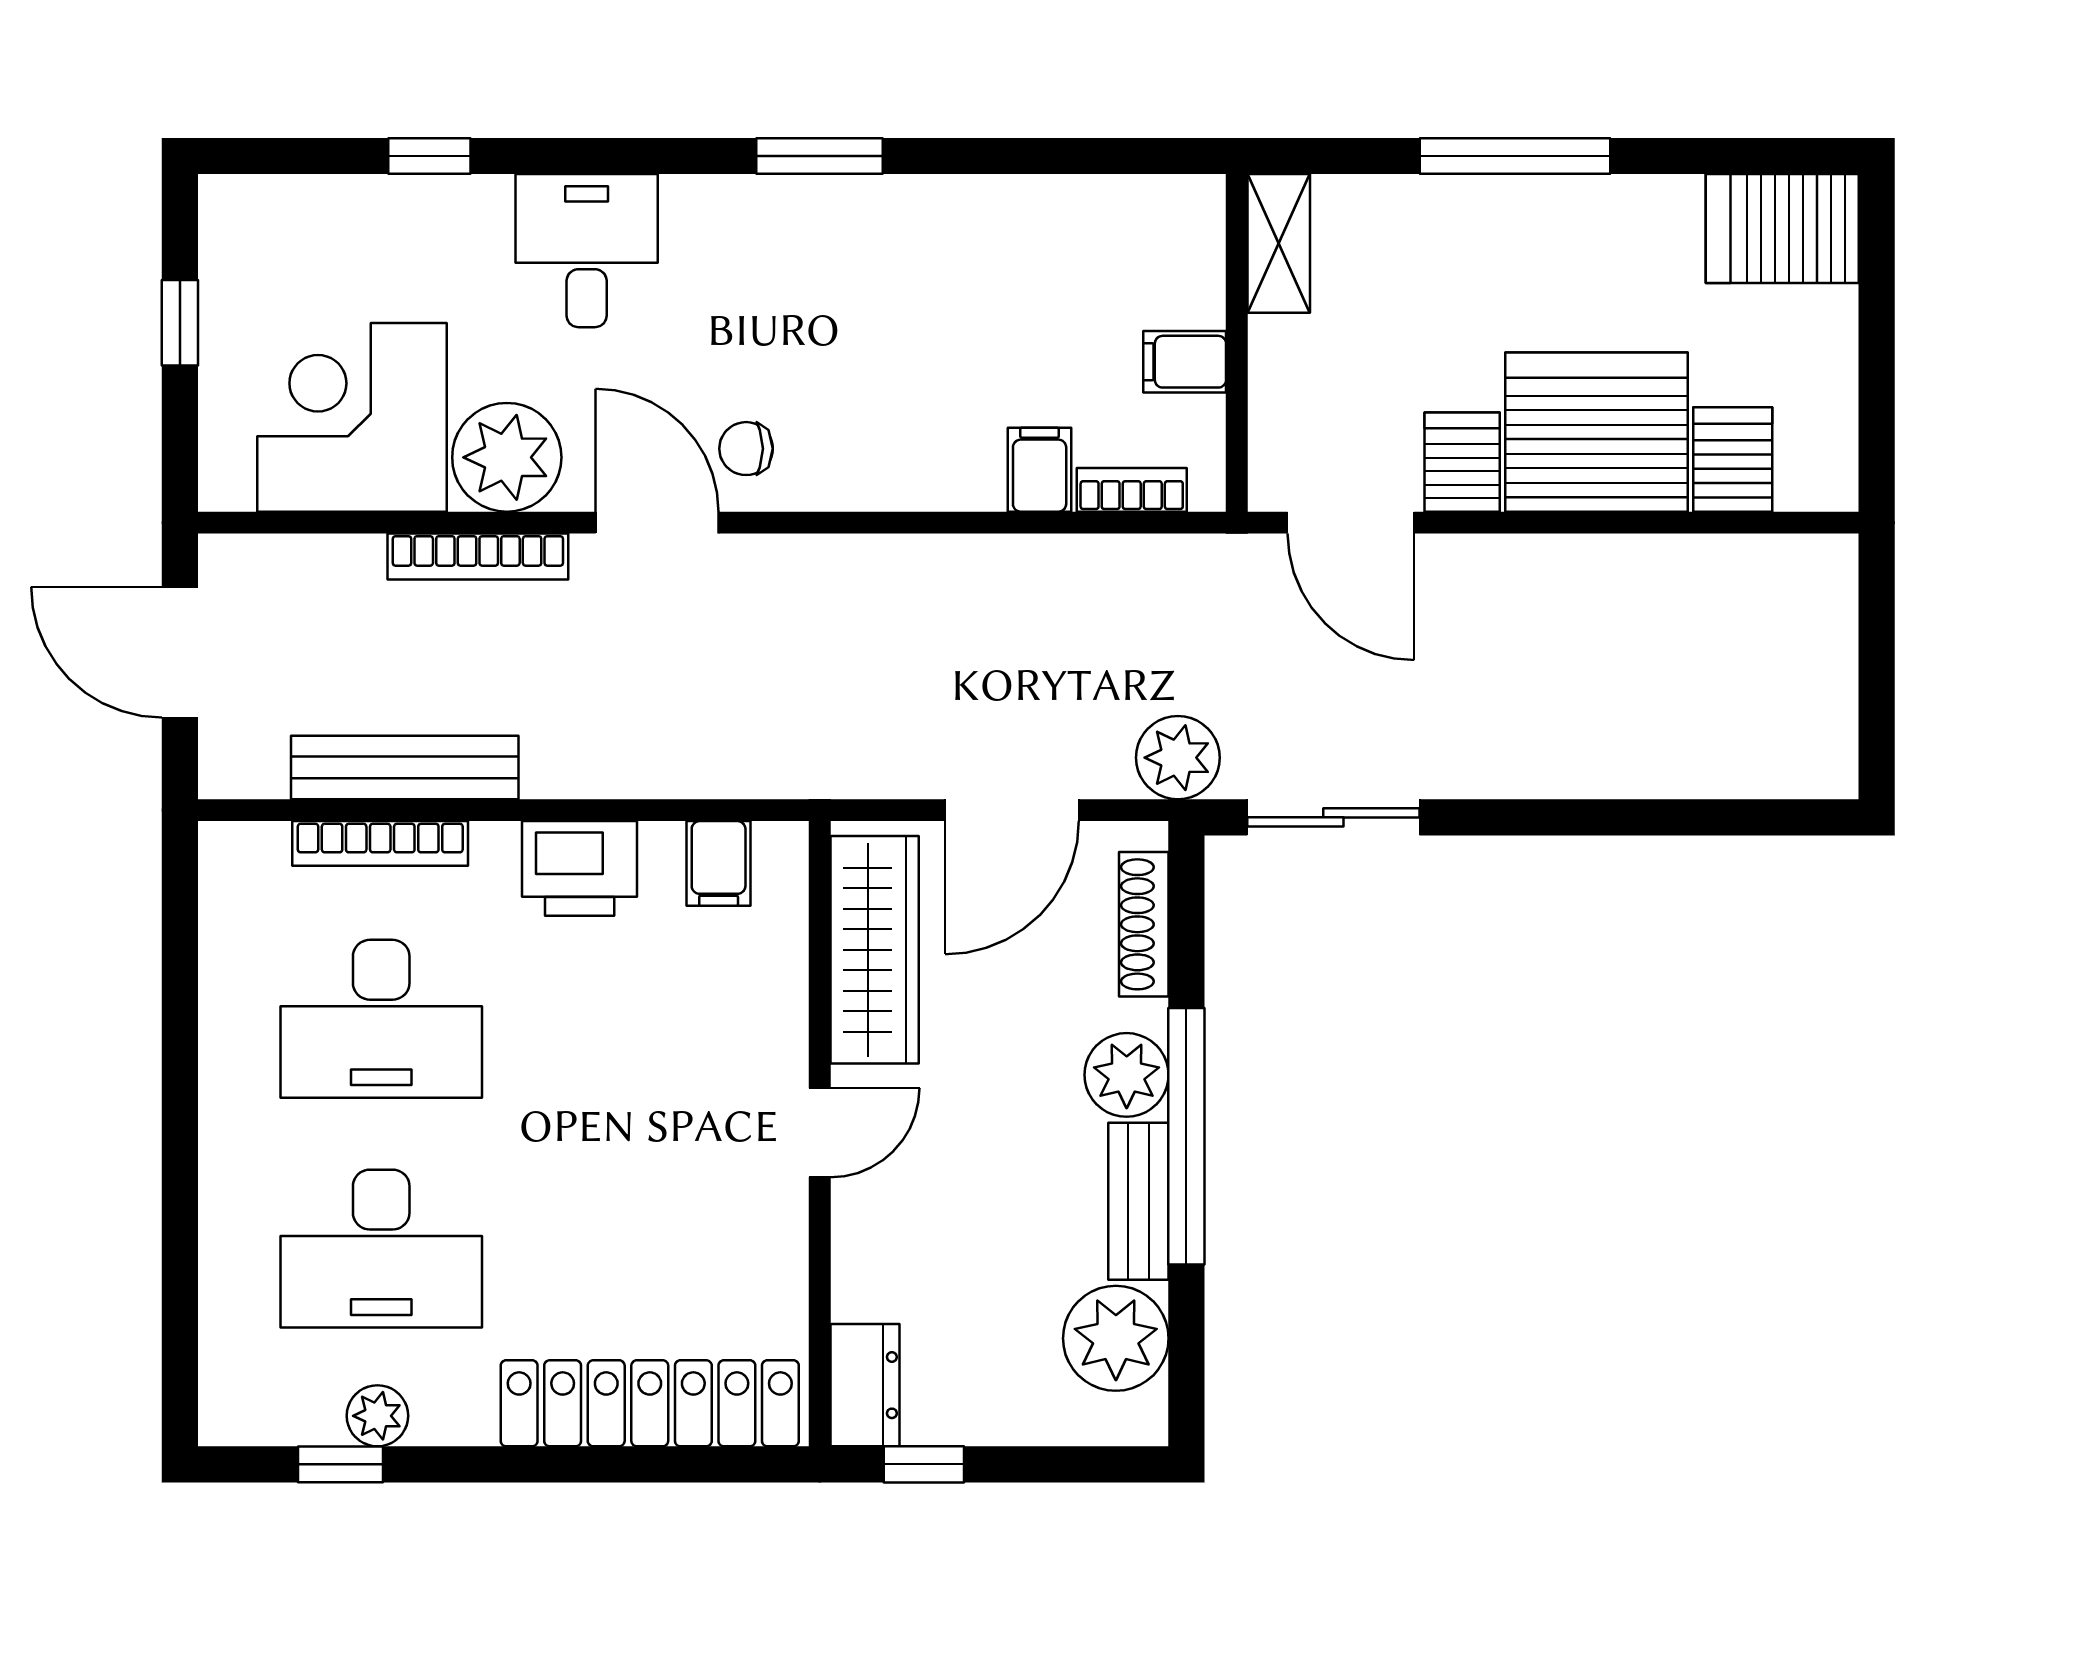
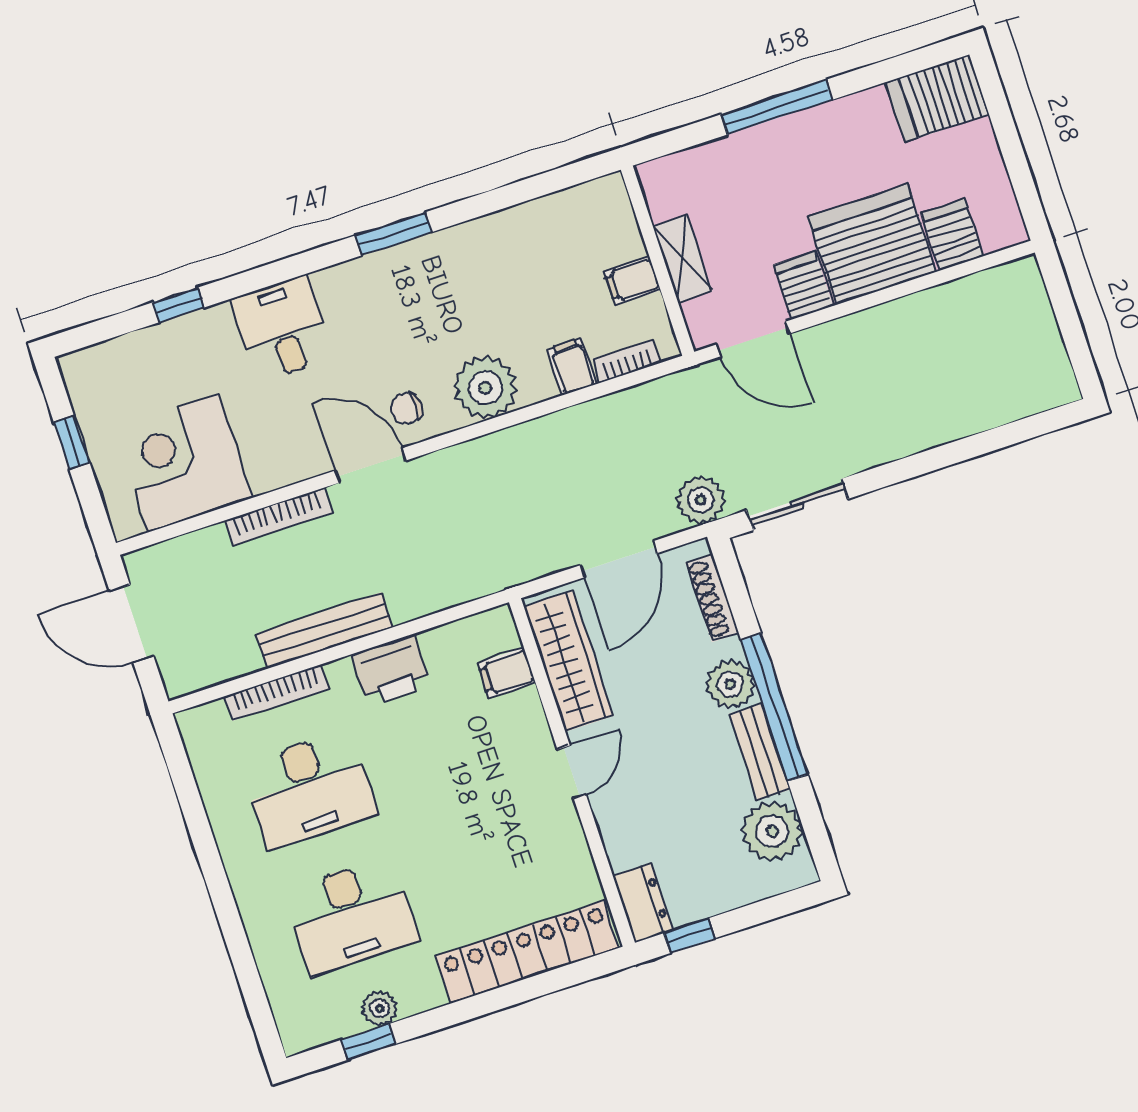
shelving: (1279, 243) -> (683, 259), moved
plant: (507, 457) -> (485, 388), moved
bench: (405, 768) -> (324, 630), moved
filing cabinet: (719, 863) -> (506, 673), moved, turned 90

